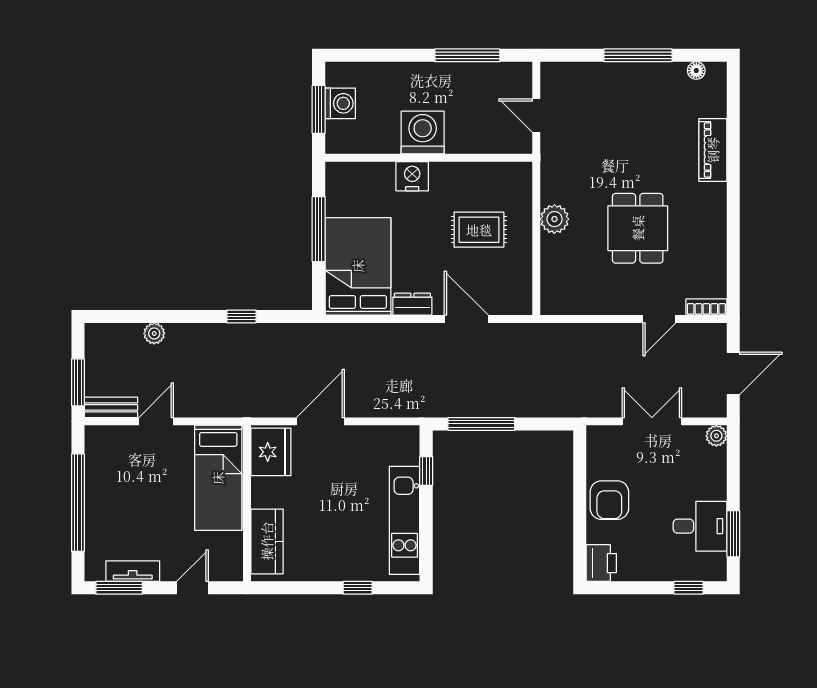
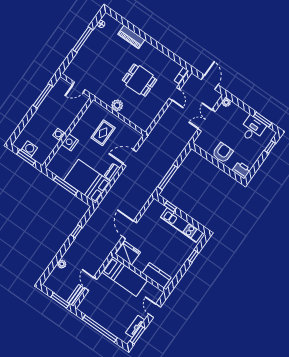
washing machine: (423, 132) -> (59, 134), width x0.53, depth x0.53
armchair: (609, 500) -> (223, 153), turned -90

